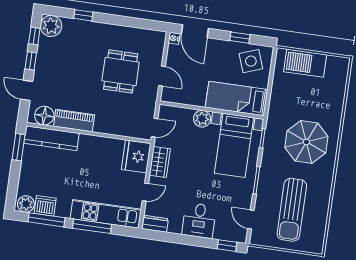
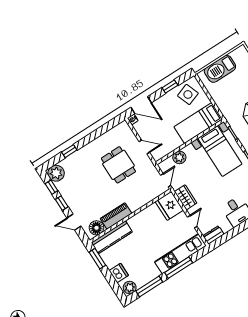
plant: (202, 119) -> (179, 157), moved
dishwasher: (45, 206) -> (119, 273), moved, turned 90

